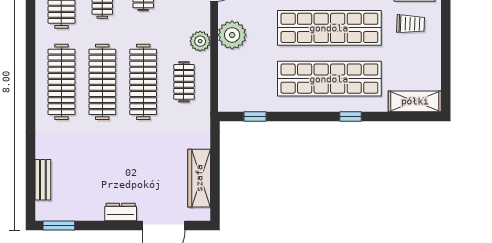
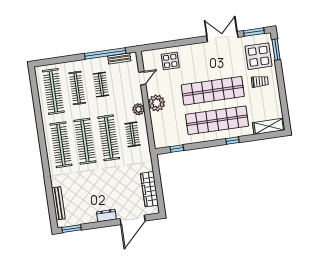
bench: (43, 180) -> (58, 203), width x1.36

